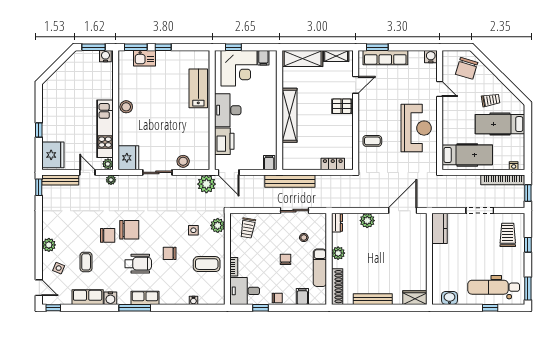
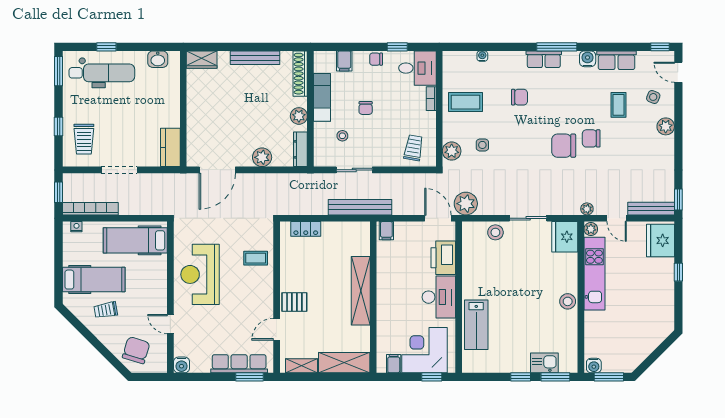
dresser: (337, 223) -> (300, 149), width x1.44
chair: (170, 253) -> (519, 97), moved
wheelchair: (138, 264) -> (552, 103), removed

